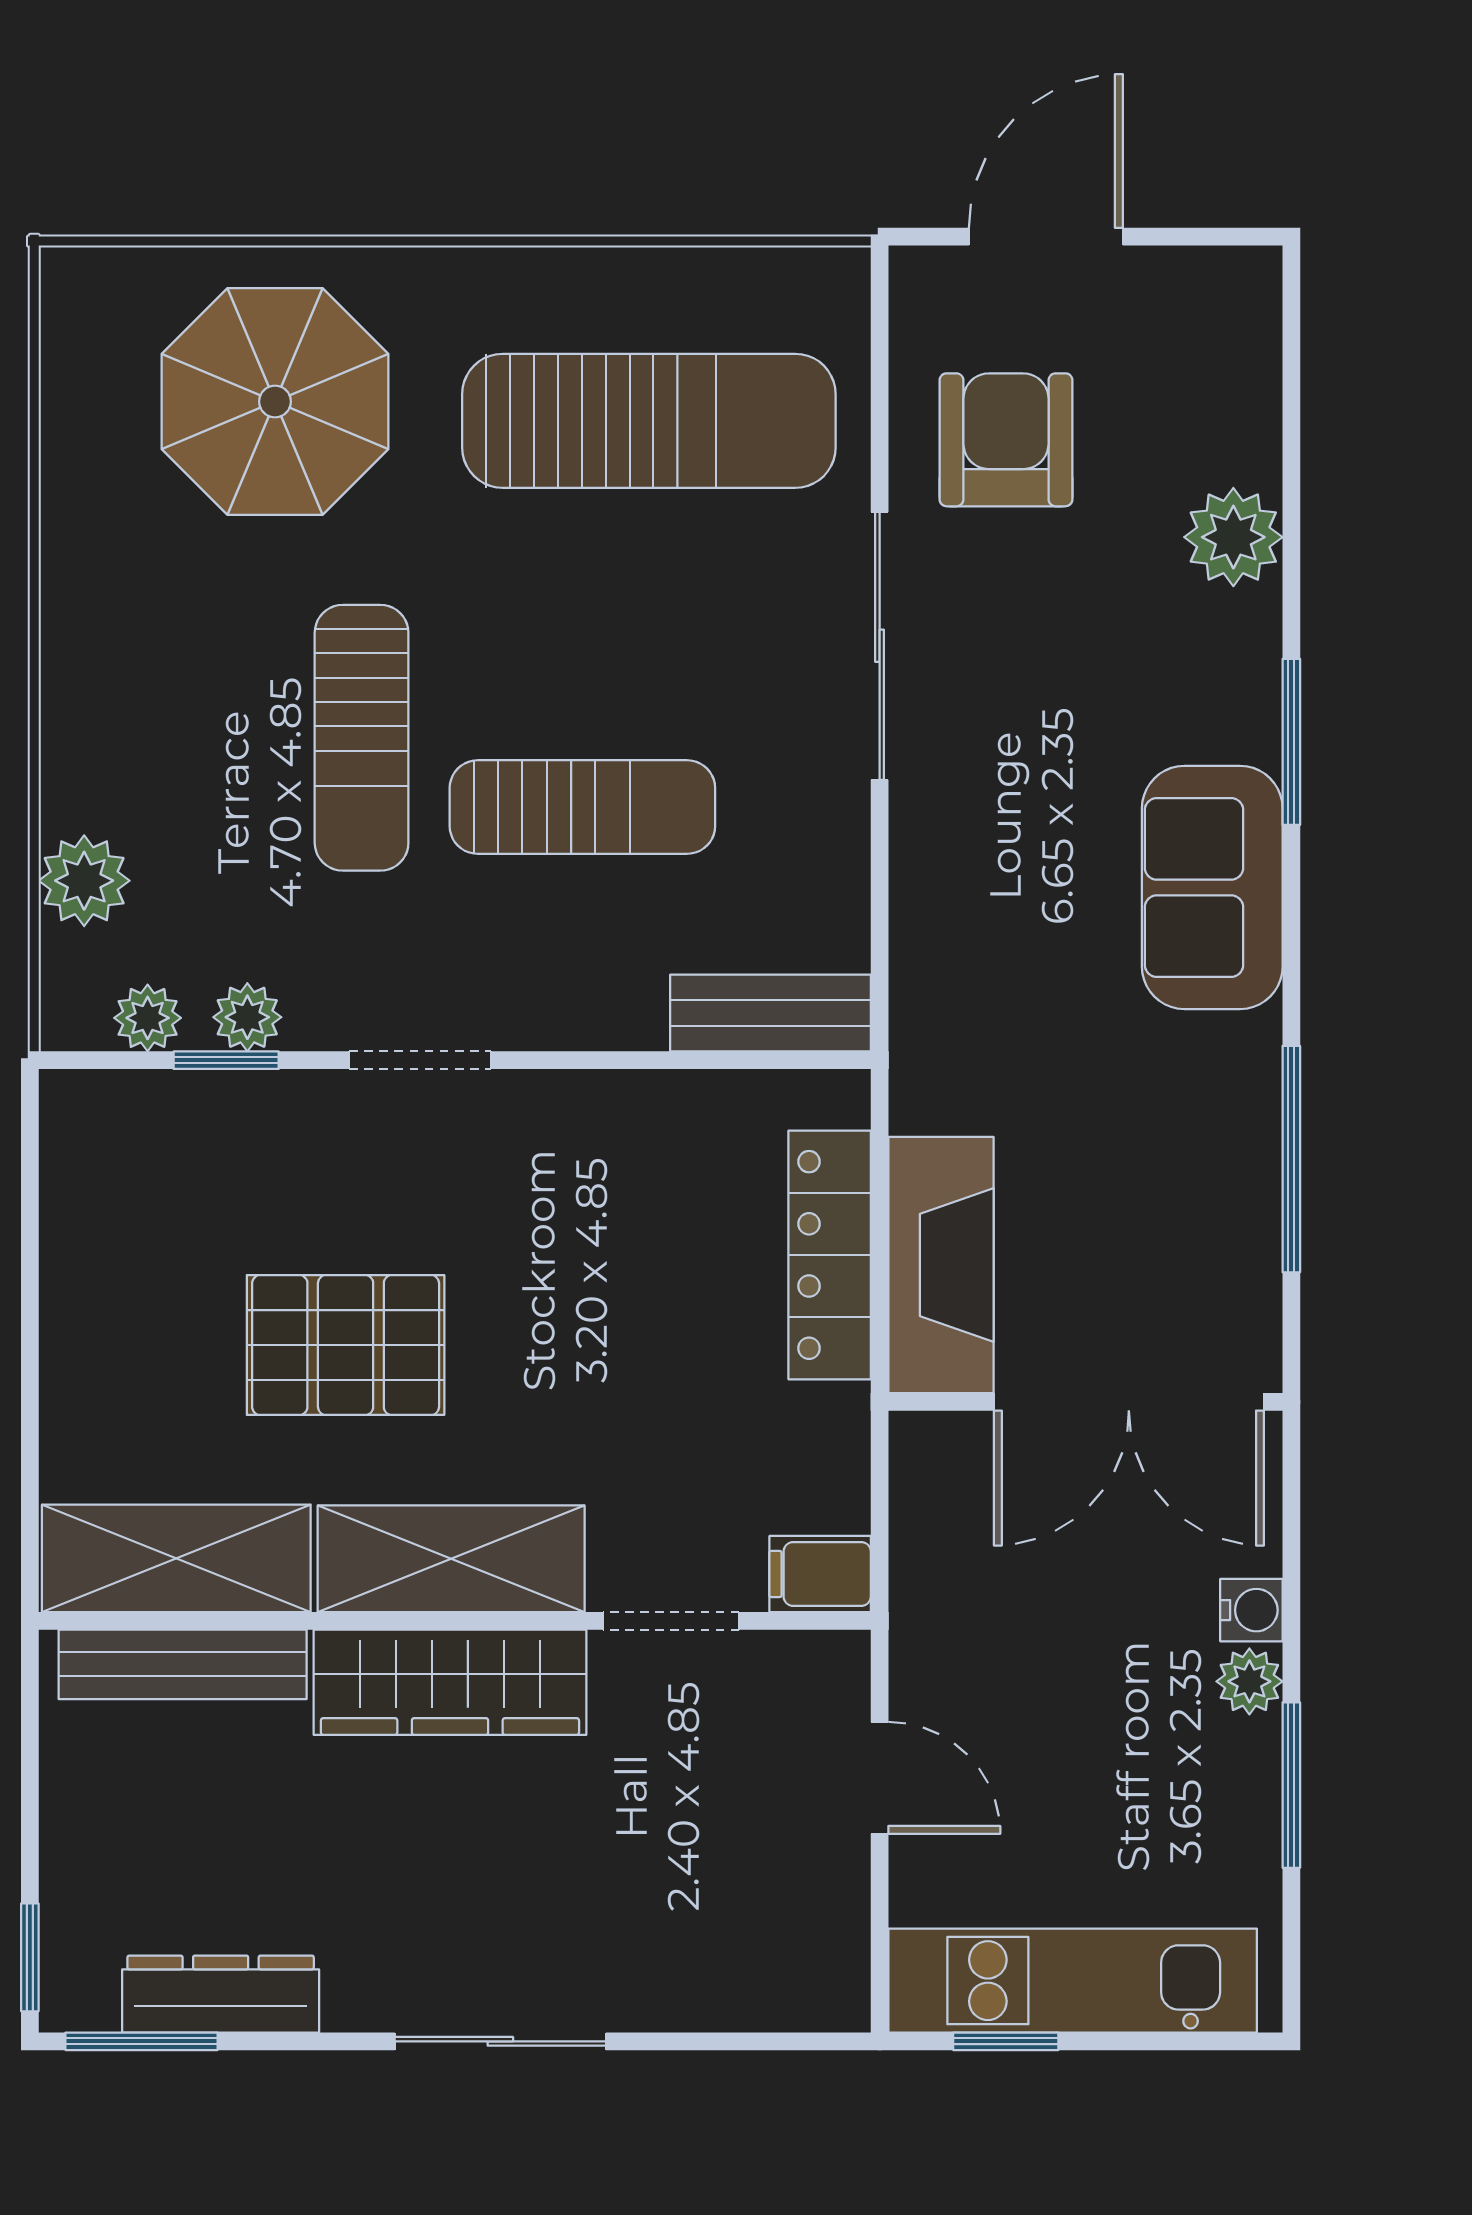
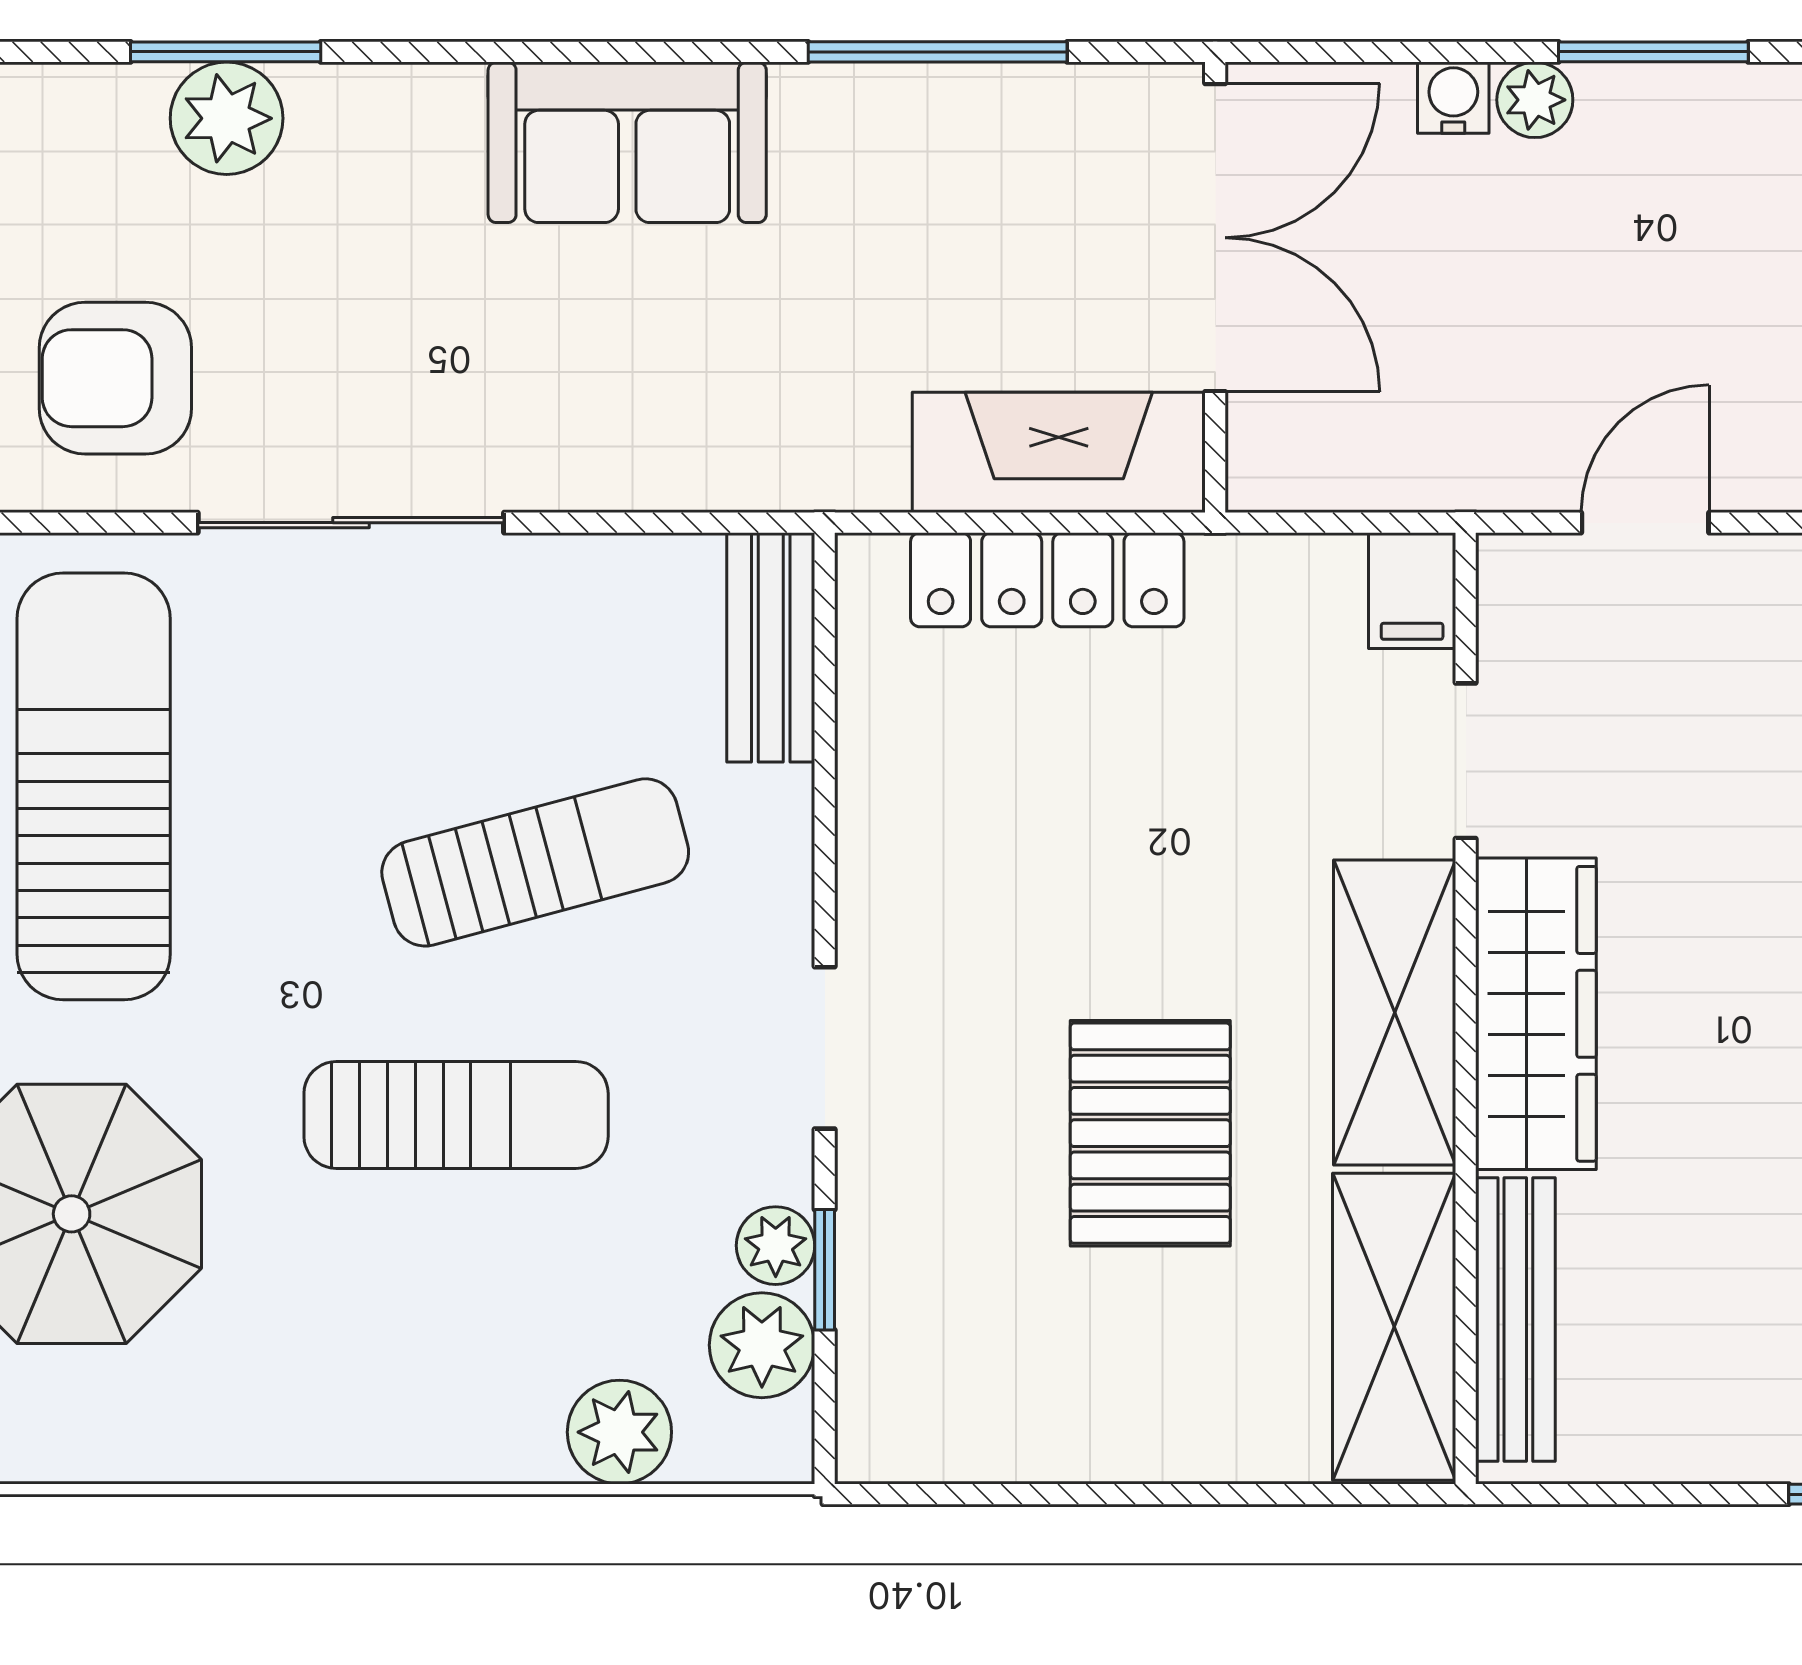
window: (1291, 742) -> (226, 52), moved
sun lounger: (582, 807) -> (535, 862), turned 75
plant: (148, 1018) -> (762, 1345), width x1.38, depth x1.38

